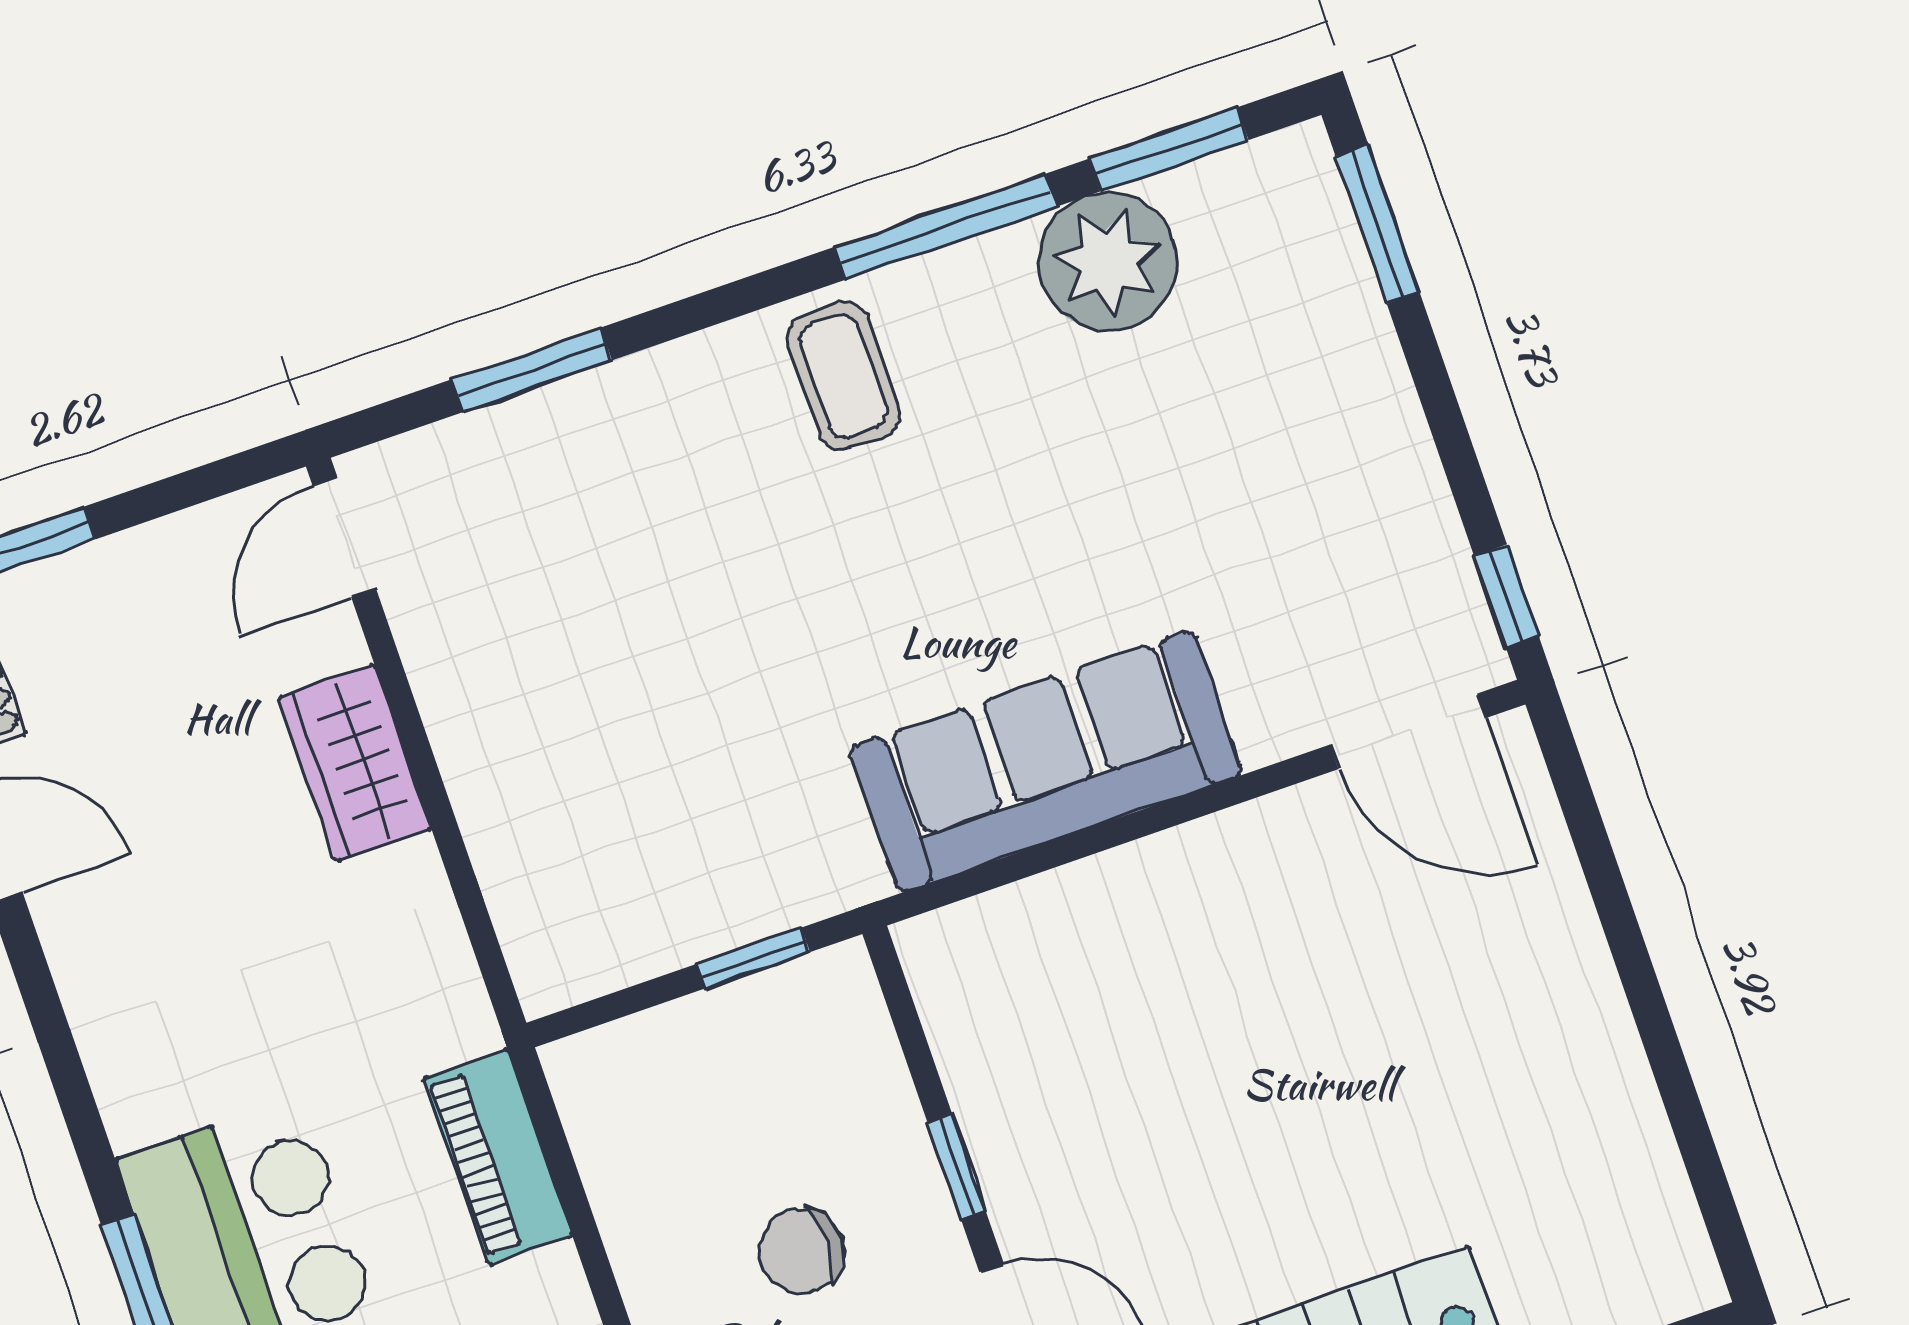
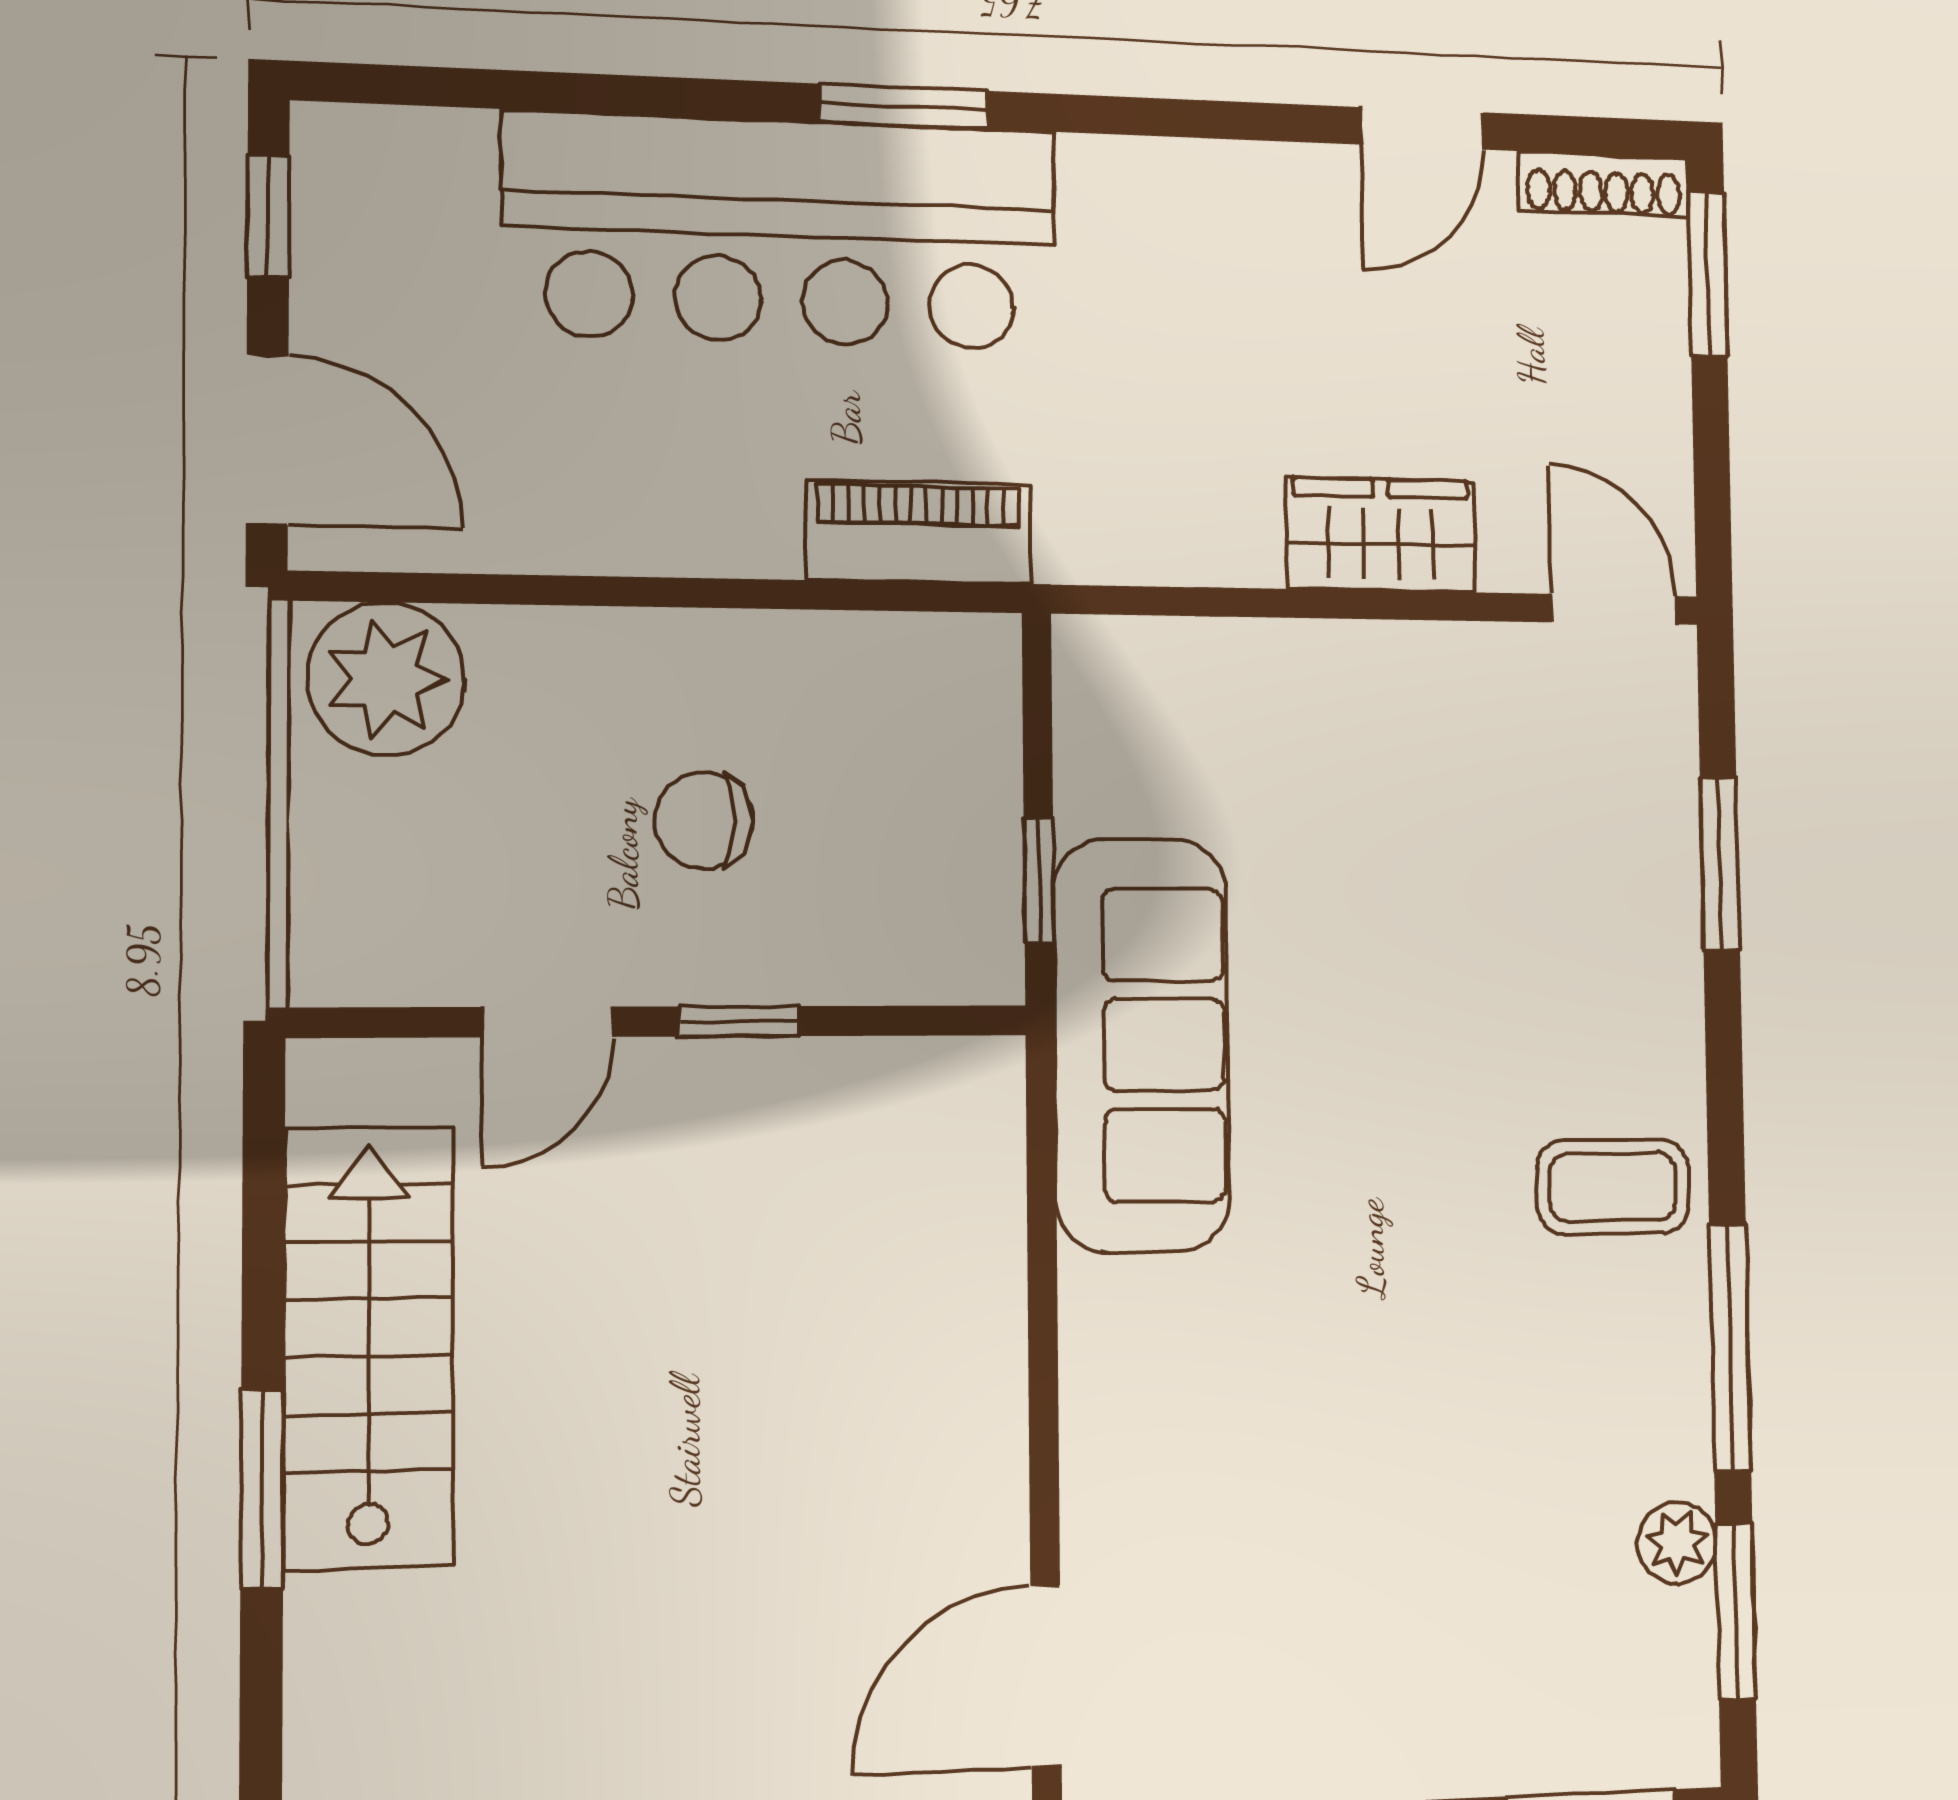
plant: (1108, 262) -> (1677, 1543), width x0.53, depth x0.53
sofa: (1046, 761) -> (1142, 1045), moved
chair: (802, 1251) -> (704, 820), turned -90

